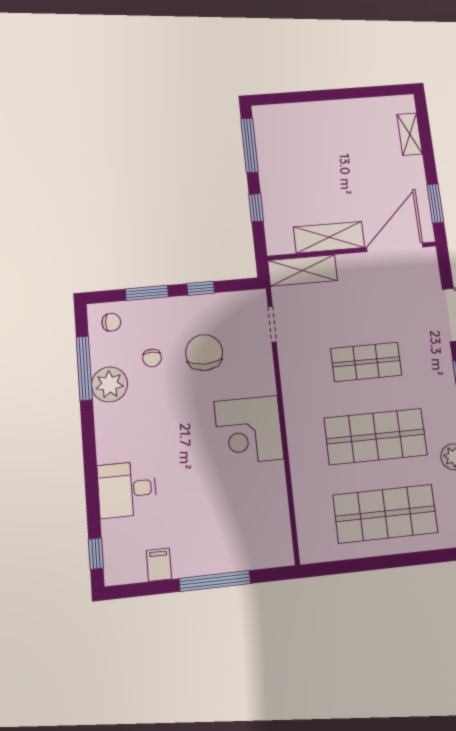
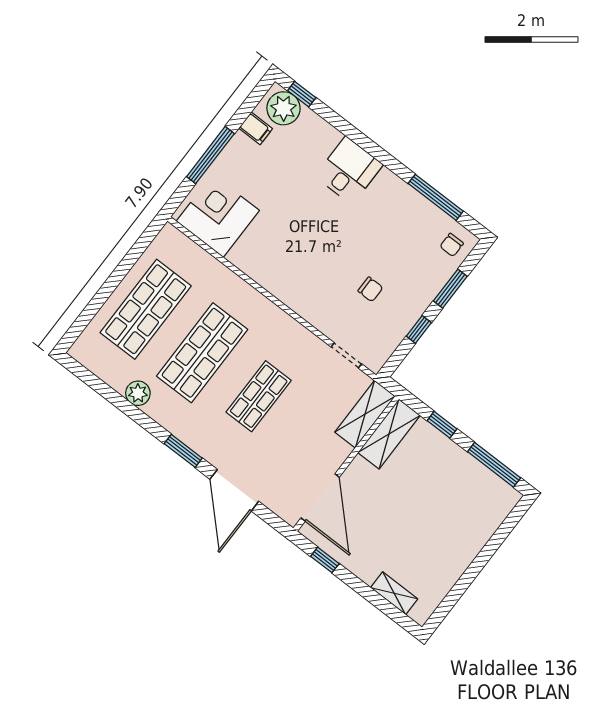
window: (435, 203) -> (325, 560), width x0.67
shelving: (329, 237) -> (389, 434), moved
chair: (204, 353) -> (370, 289), width x0.54, depth x0.54
chair: (152, 358) -> (400, 250), removed
plant: (110, 384) -> (283, 108), moved
corner desk: (249, 430) -> (218, 216), moved
desk: (127, 489) -> (349, 170), moved

